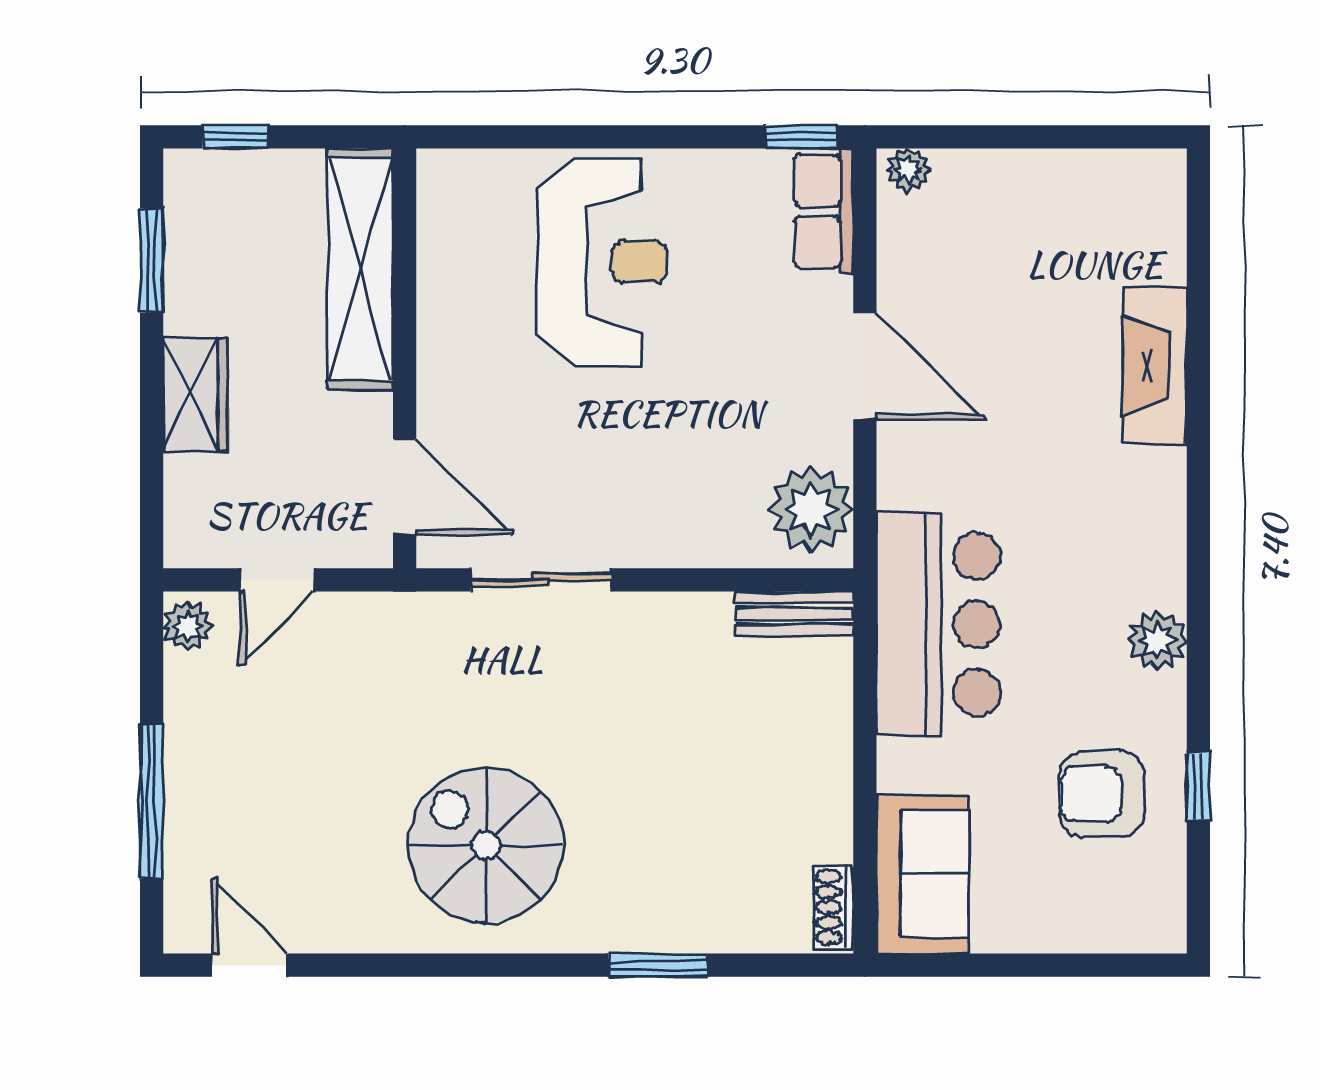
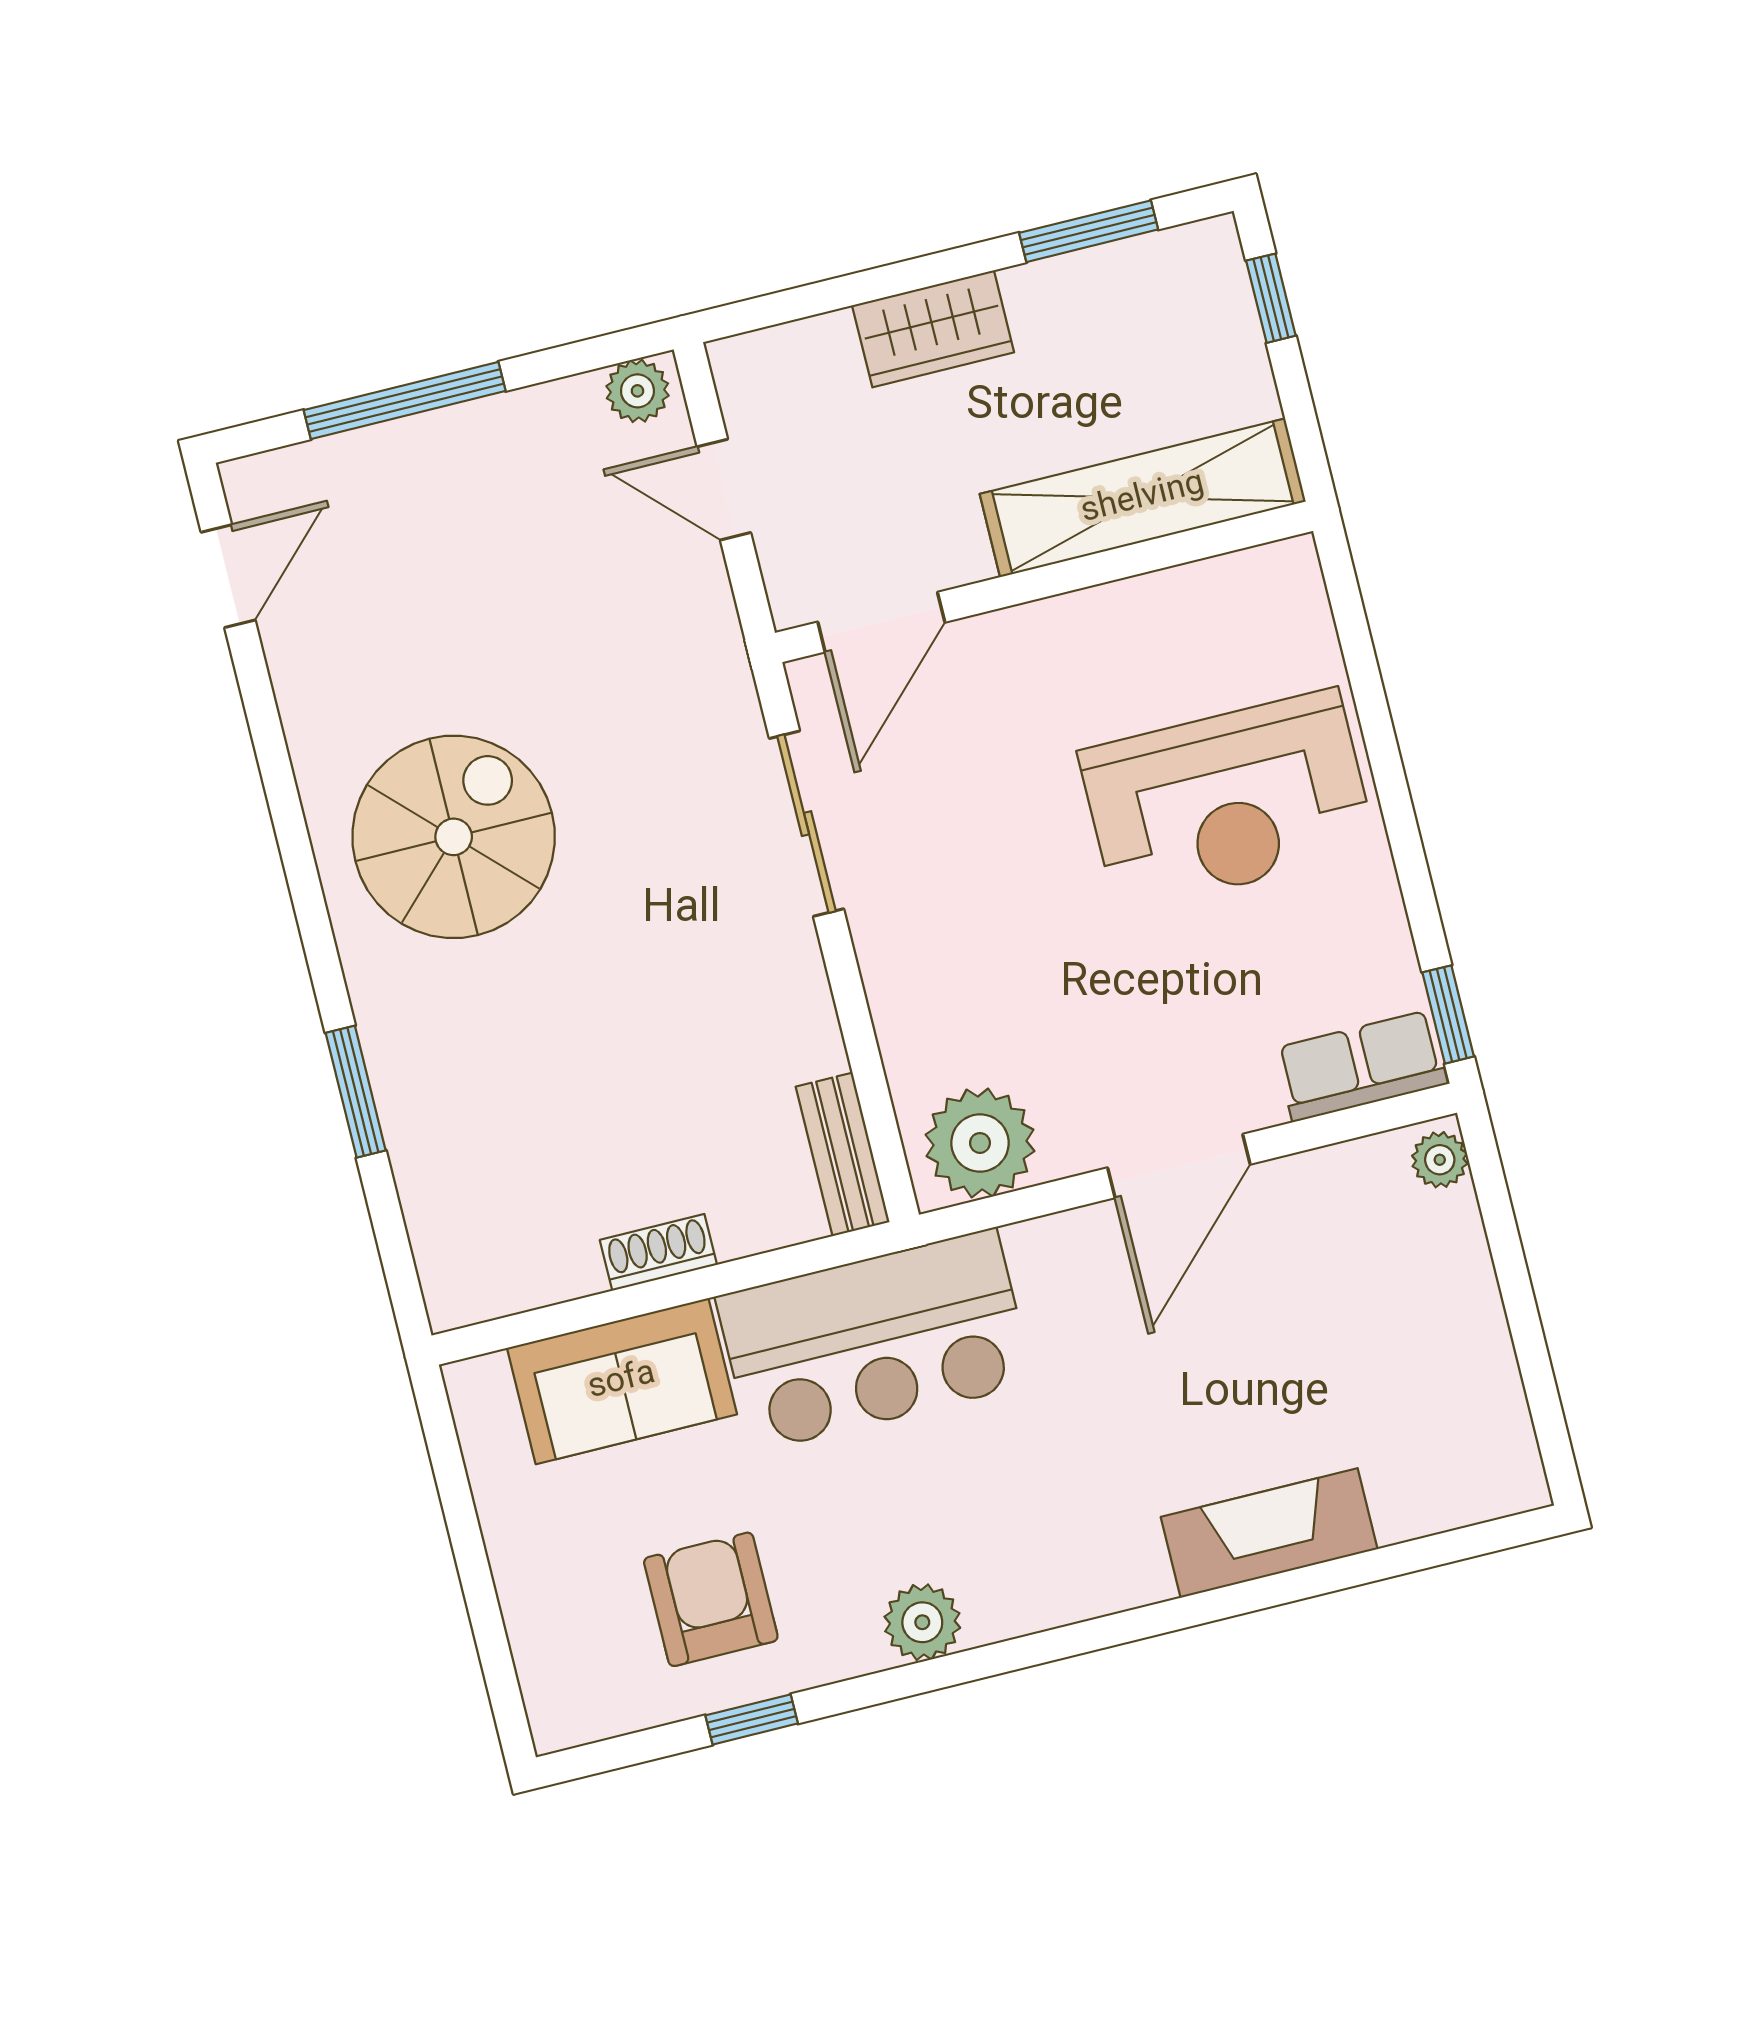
sofa: (922, 874) -> (622, 1381), moved
shoe rack: (833, 907) -> (658, 1252), moved

